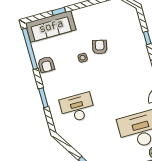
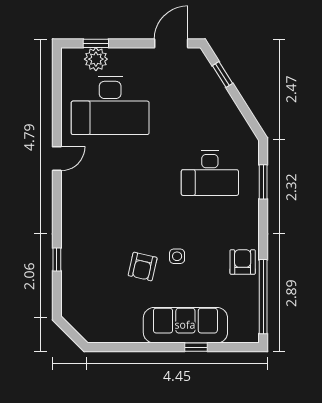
sofa: (51, 26) -> (185, 325), moved
window: (43, 98) -> (263, 182), moved

